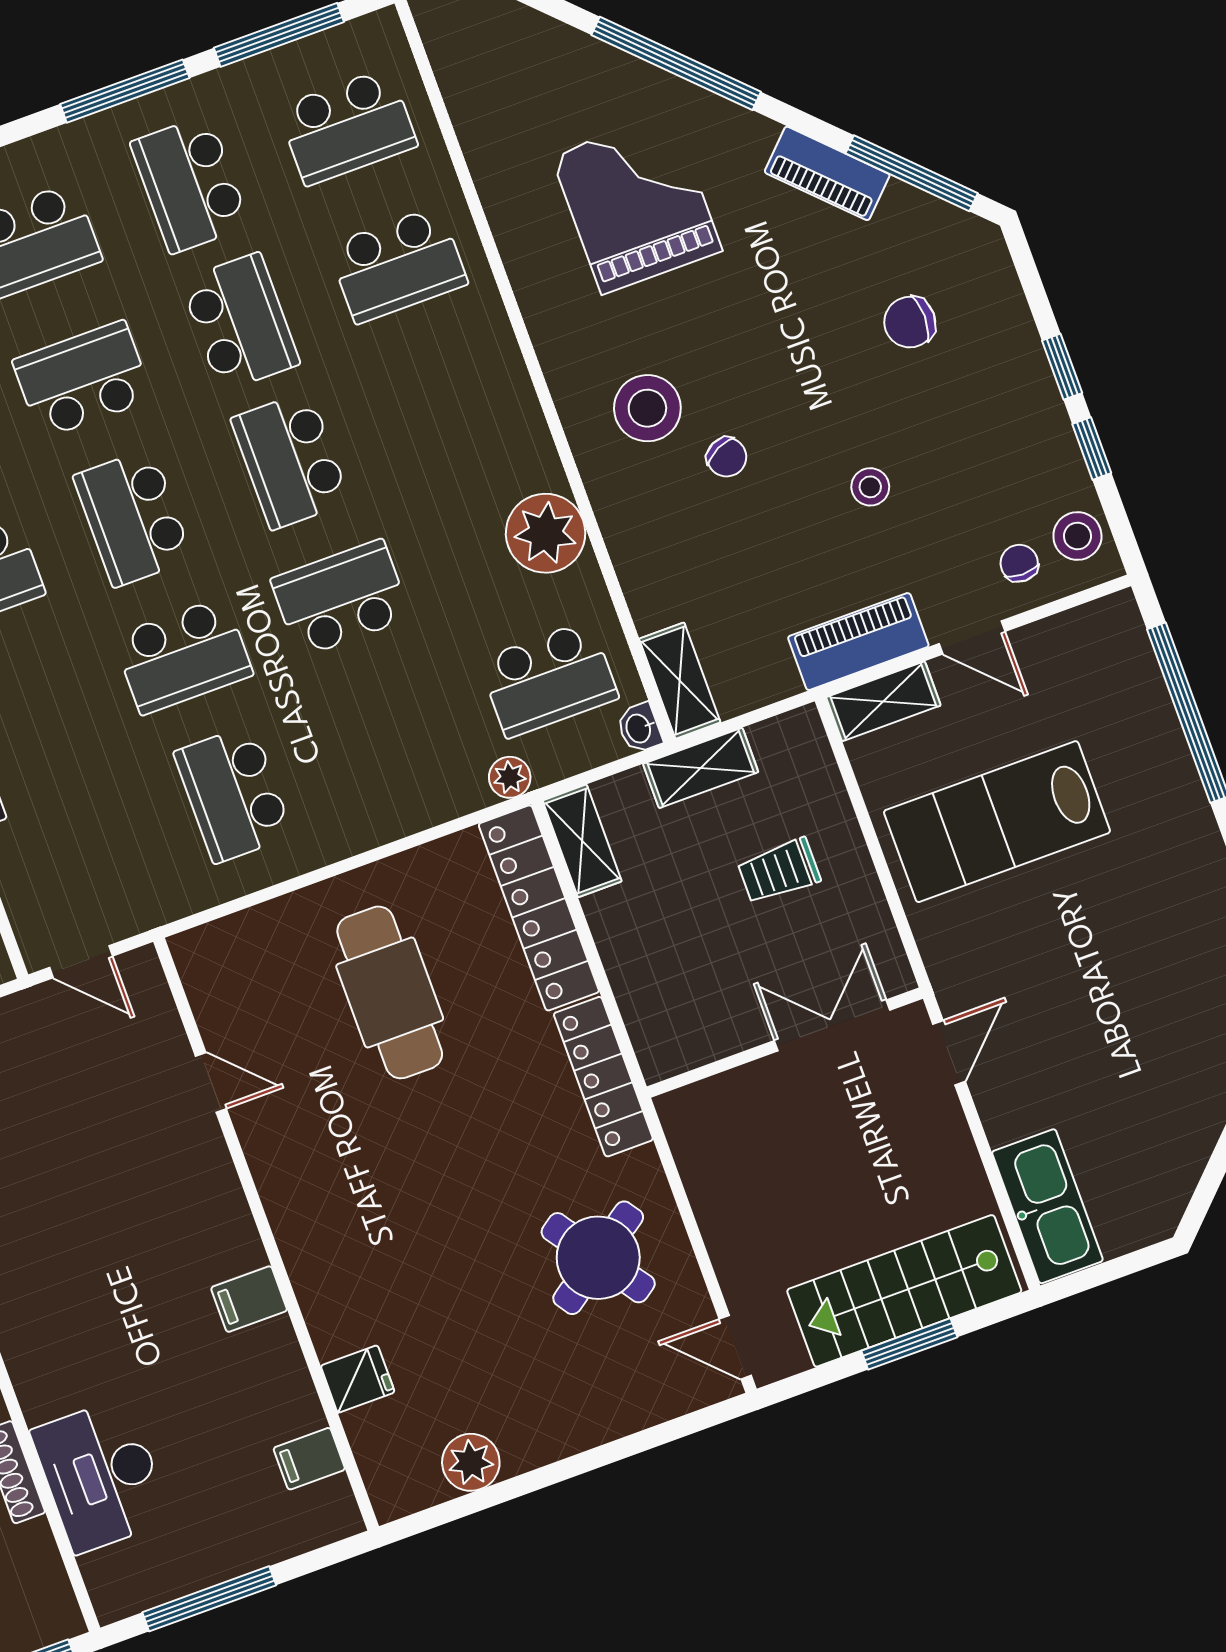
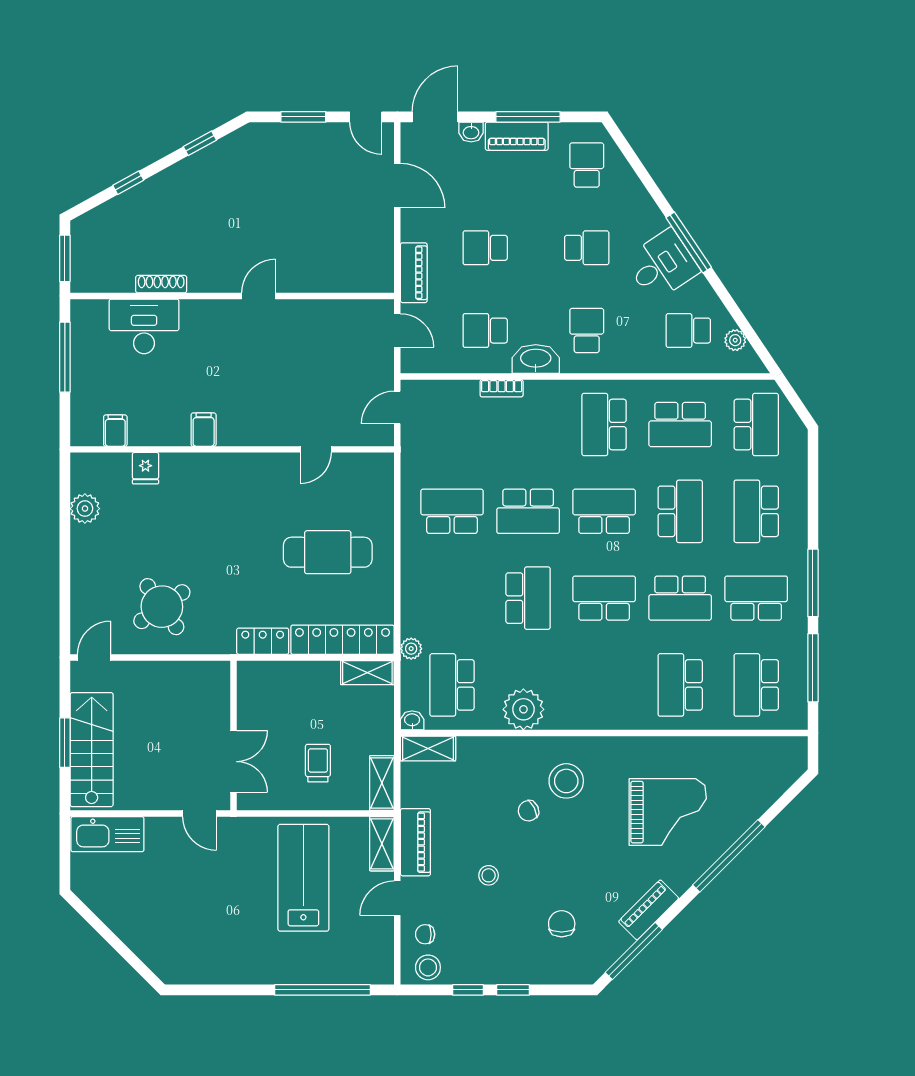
chair: (1019, 563) -> (425, 934), turned 180
school desk: (183, 656) -> (528, 511), turned -90
shelving: (701, 768) -> (382, 783), moved
locker: (603, 1077) -> (263, 641), width x0.66

